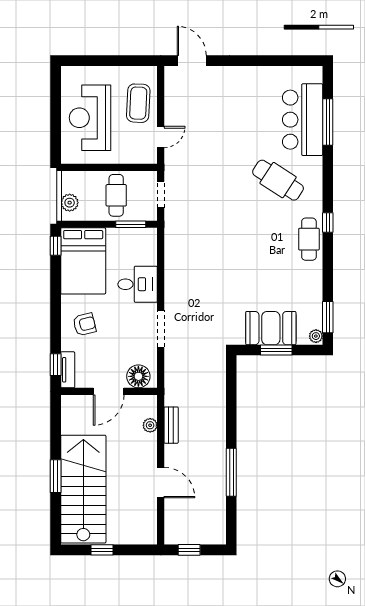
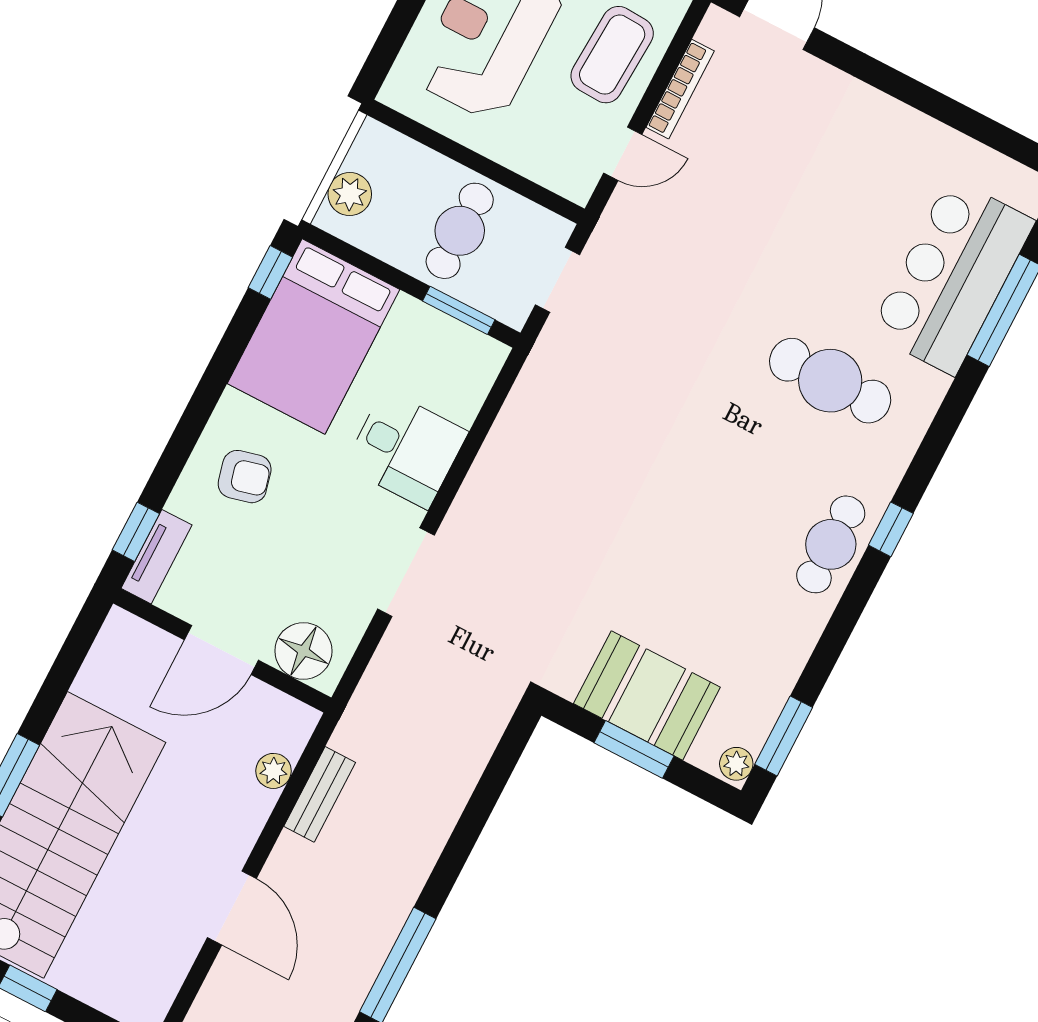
bookcase: (169, 103) -> (680, 89), added
cafe table: (278, 180) -> (830, 381), turned -33

